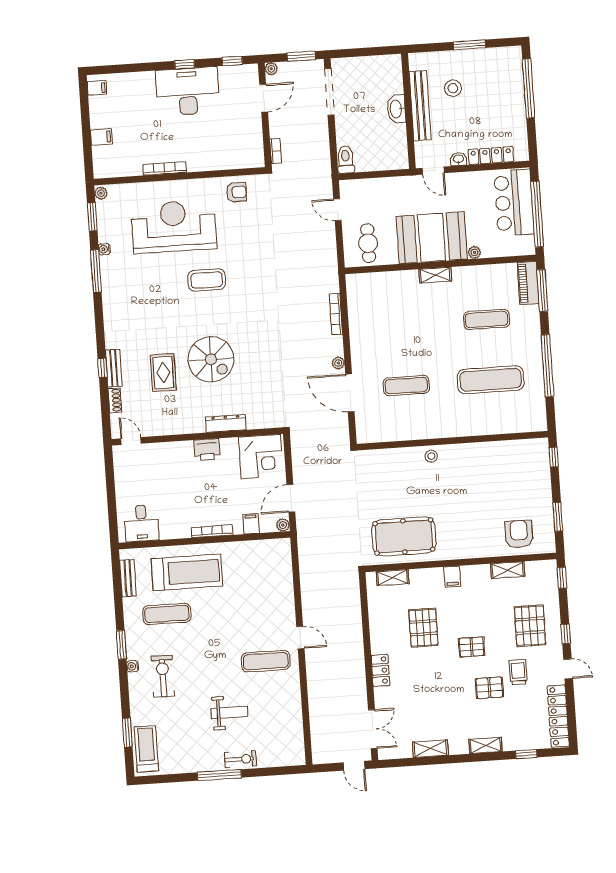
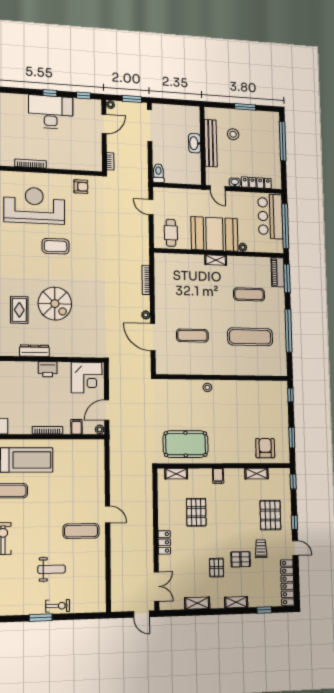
dresser: (226, 423) -> (35, 351), moved
pallet: (472, 647) -> (217, 568), moved, turned 90
window: (219, 775) -> (41, 618), width x0.69

